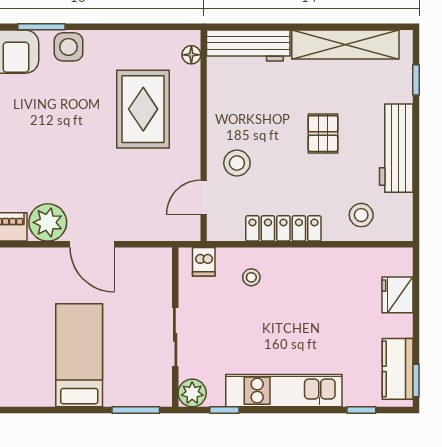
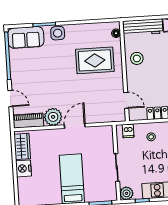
rug: (143, 109) -> (95, 60), turned 90
stool: (237, 163) -> (137, 58), moved
door: (204, 197) -> (126, 100), swing flipped
door: (92, 244) -> (75, 126), swing flipped

